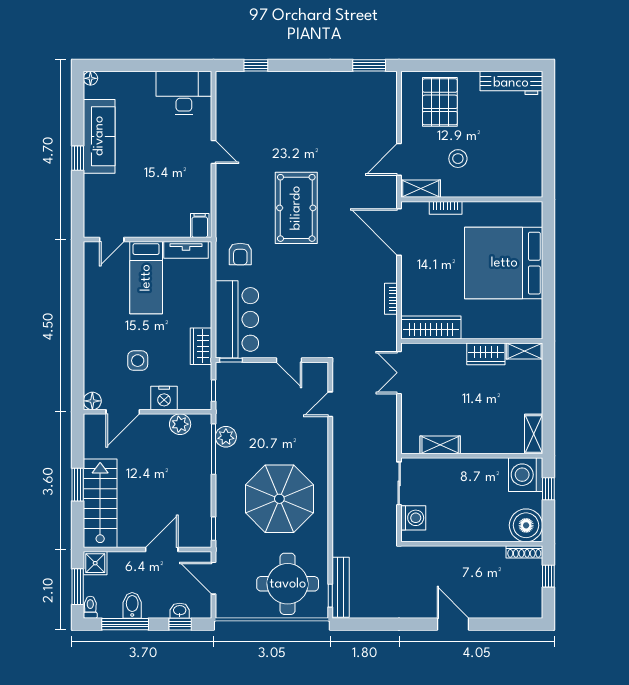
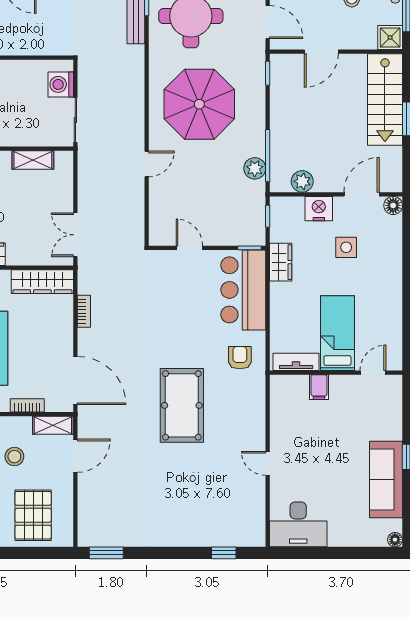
filing cabinet: (200, 226) -> (319, 387), moved
double door: (399, 373) -> (75, 235), swing flipped
door: (330, 404) -> (147, 164), moved

